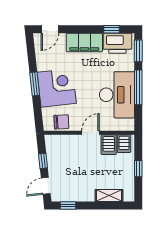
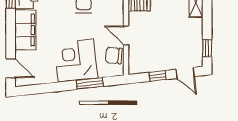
window: (35, 84) -> (90, 83), moved
chair: (61, 122) -> (114, 56), turned -82
door: (90, 133) -> (126, 35), moved

